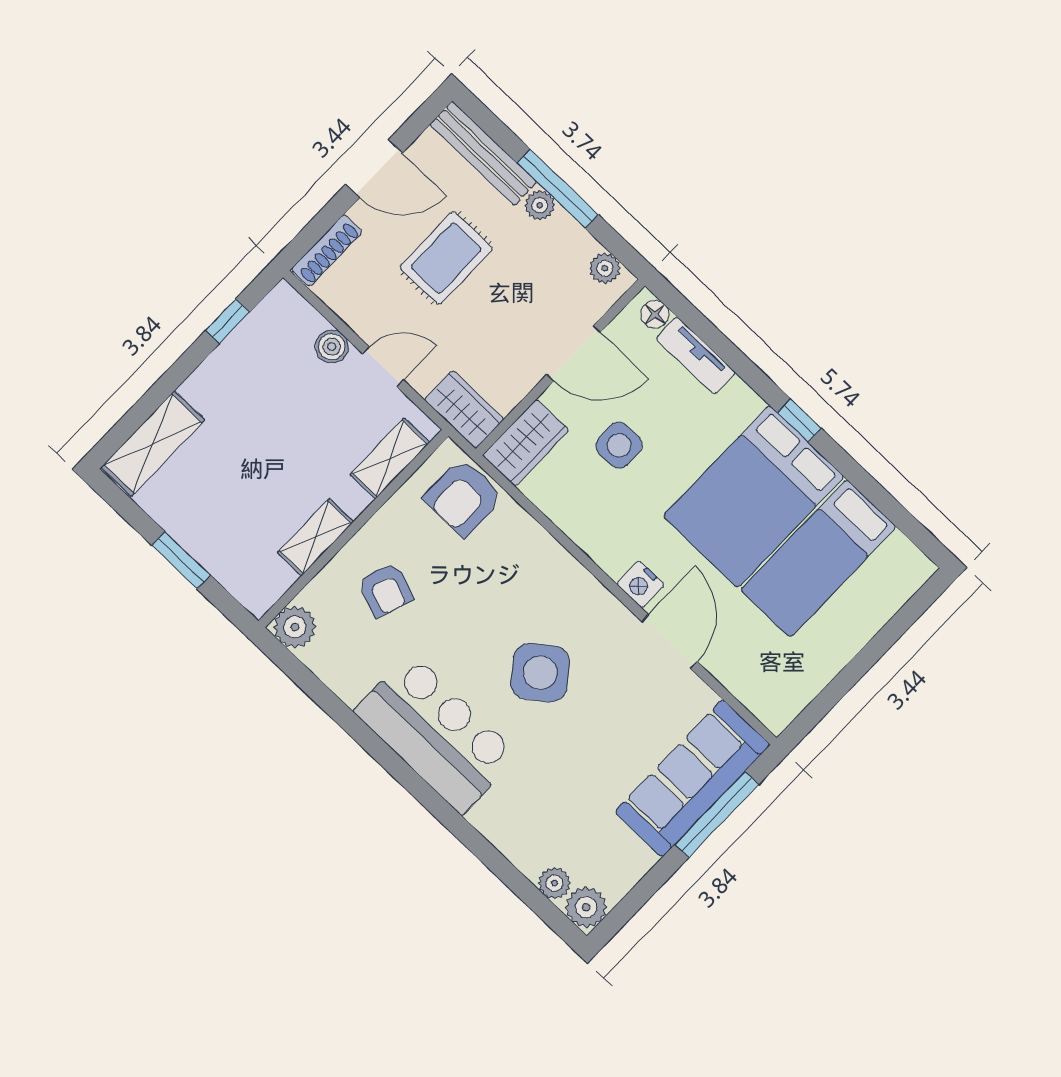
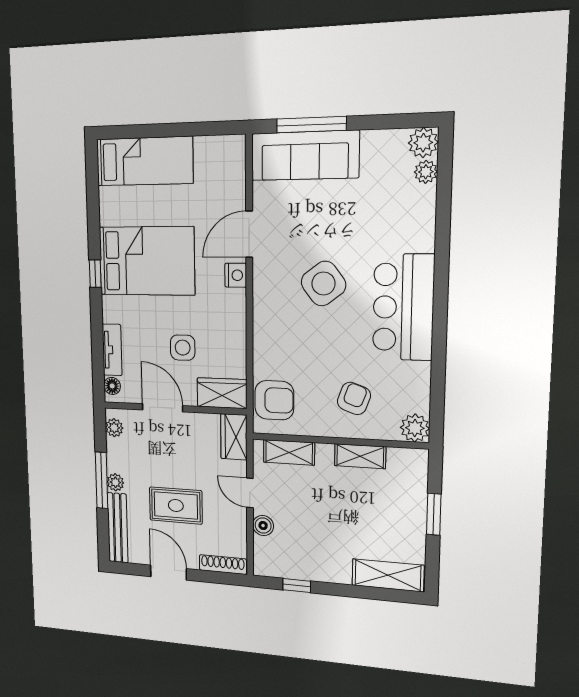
bed: (818, 558) -> (144, 161), moved

